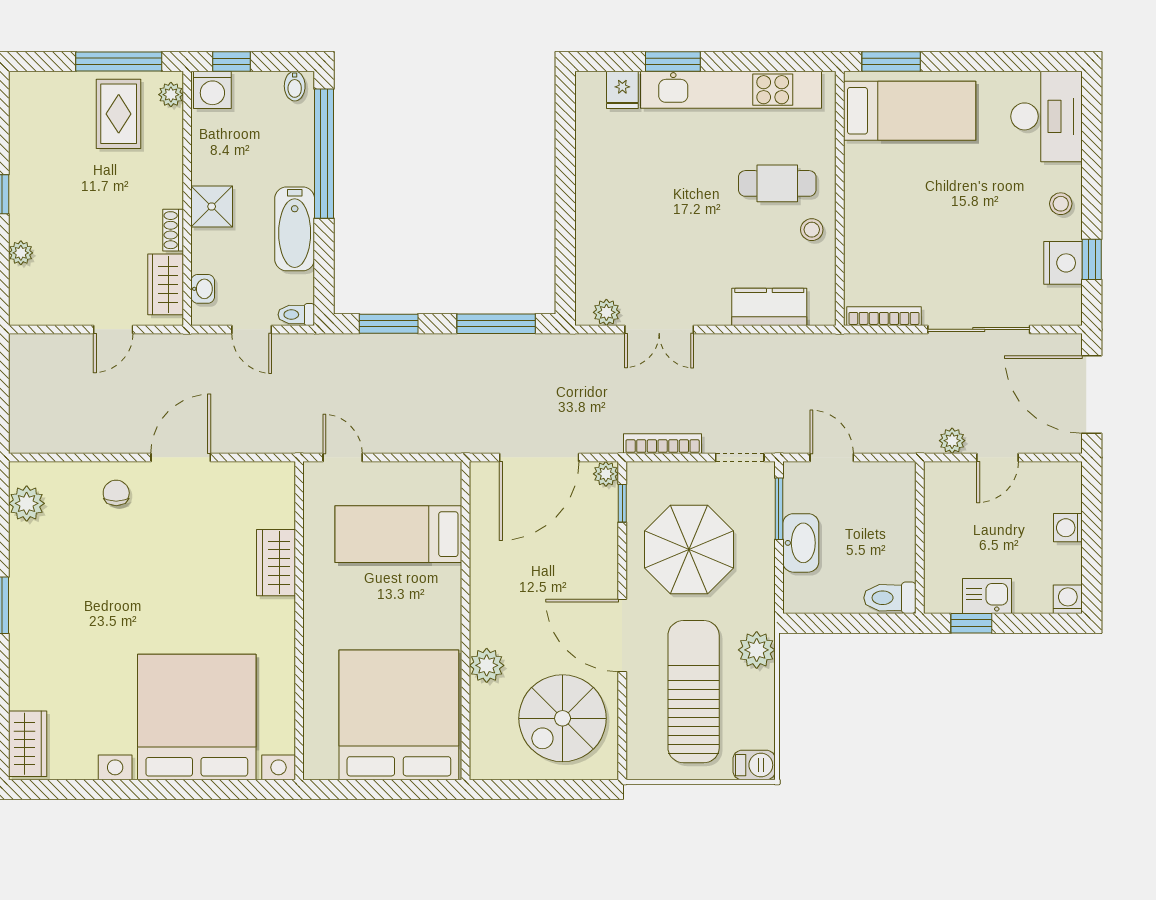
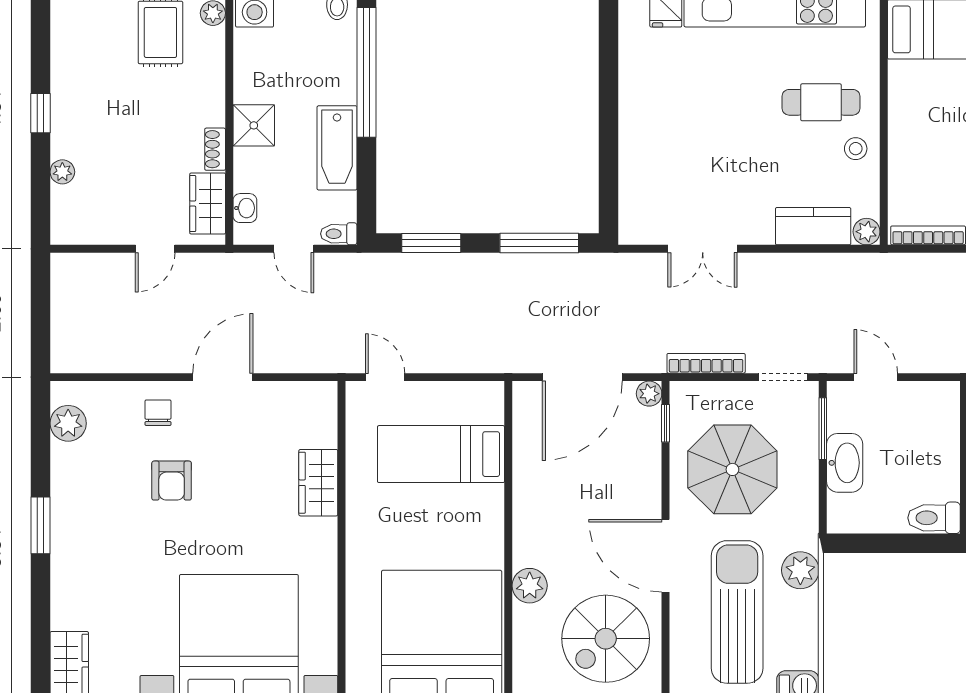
plant: (606, 312) -> (867, 232), moved
armchair: (130, 561) -> (172, 481), added

